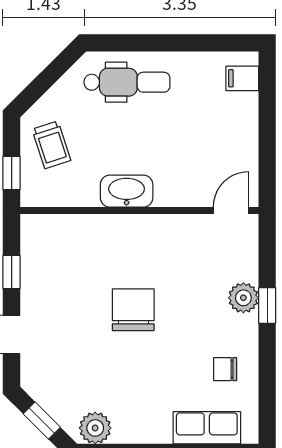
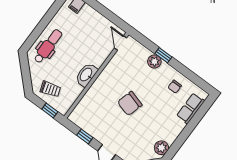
chair: (133, 310) -> (130, 103), turned -74

